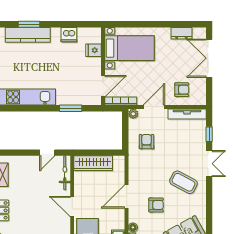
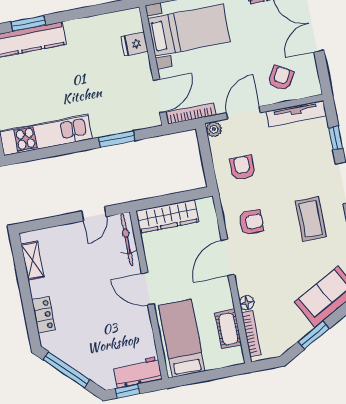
dishwasher: (69, 35) -> (92, 27), removed
armchair: (182, 90) -> (281, 78), turned -60
coffee table: (183, 182) -> (311, 219), turned 62
armchair: (156, 205) -> (251, 222), moved

